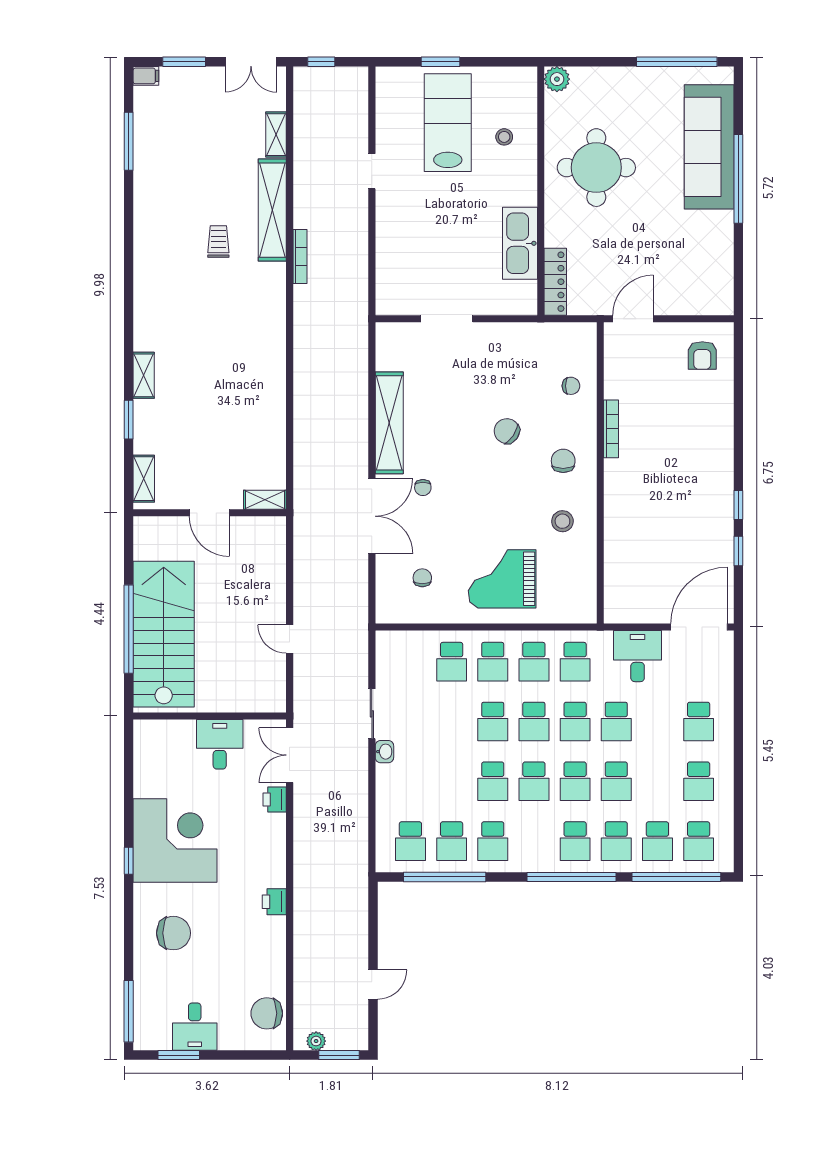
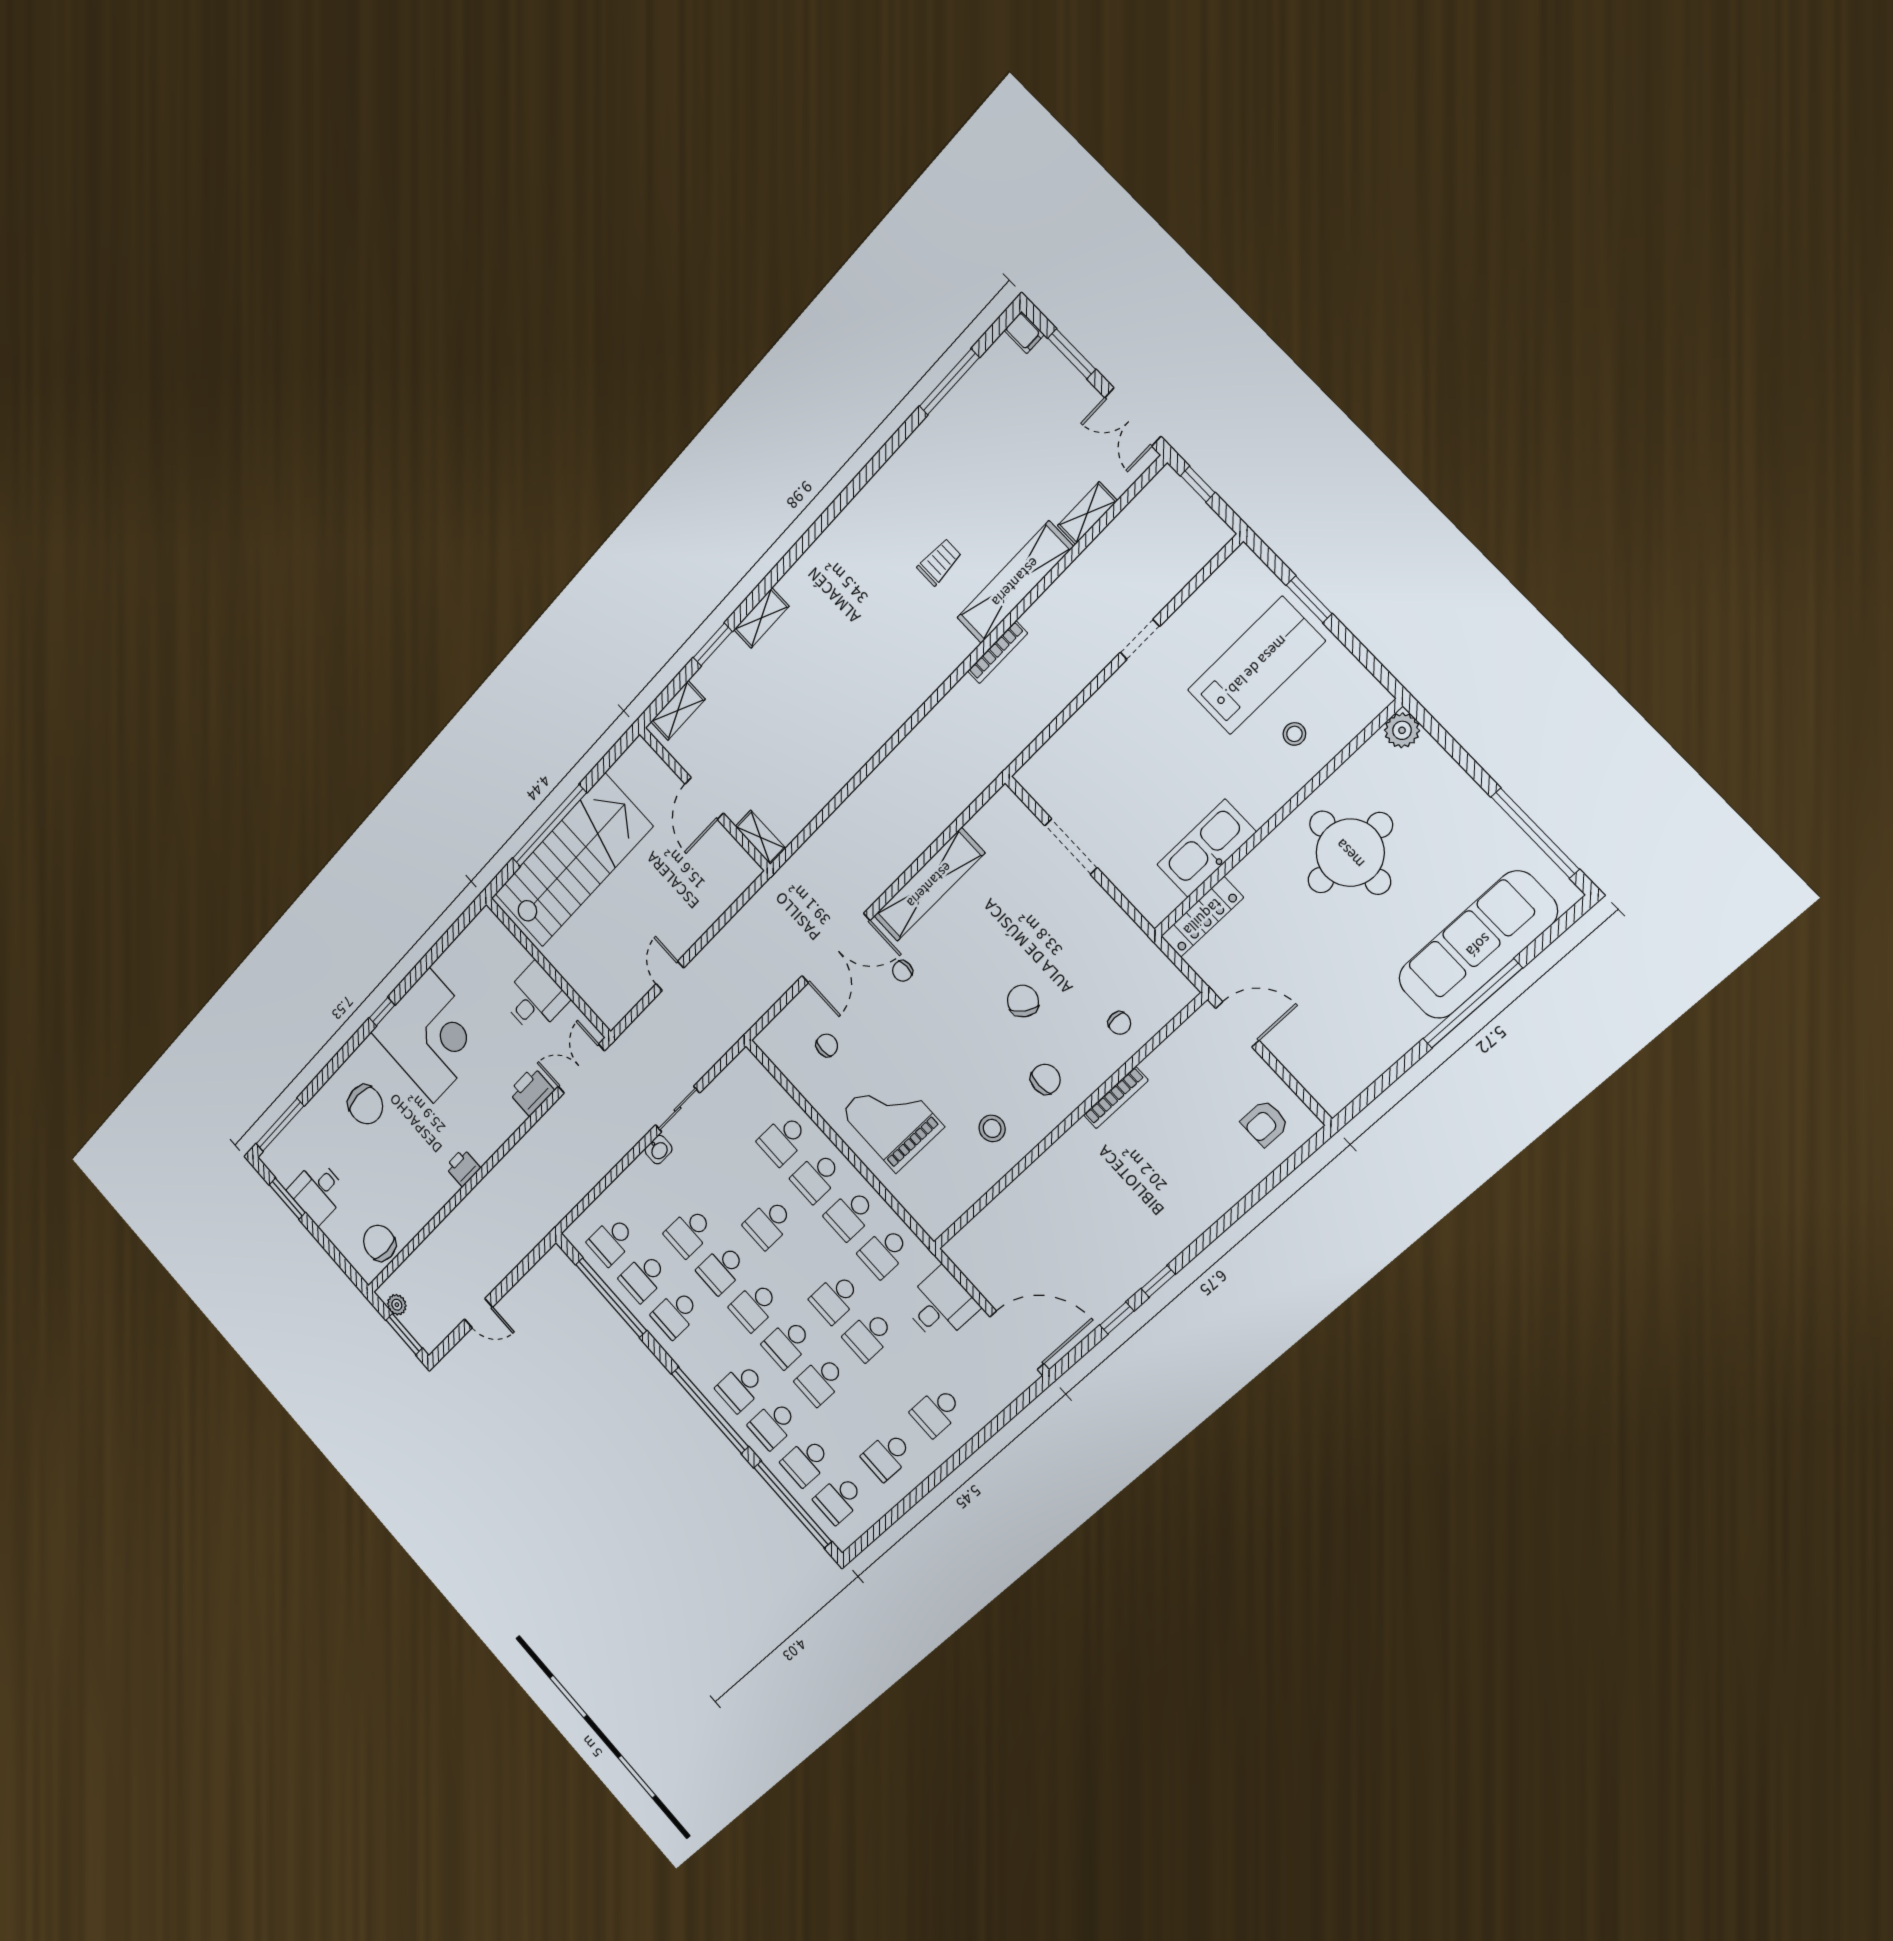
school desk: (534, 721) -> (689, 1232), moved
printer: (275, 800) -> (531, 1091), width x1.36, depth x1.24

